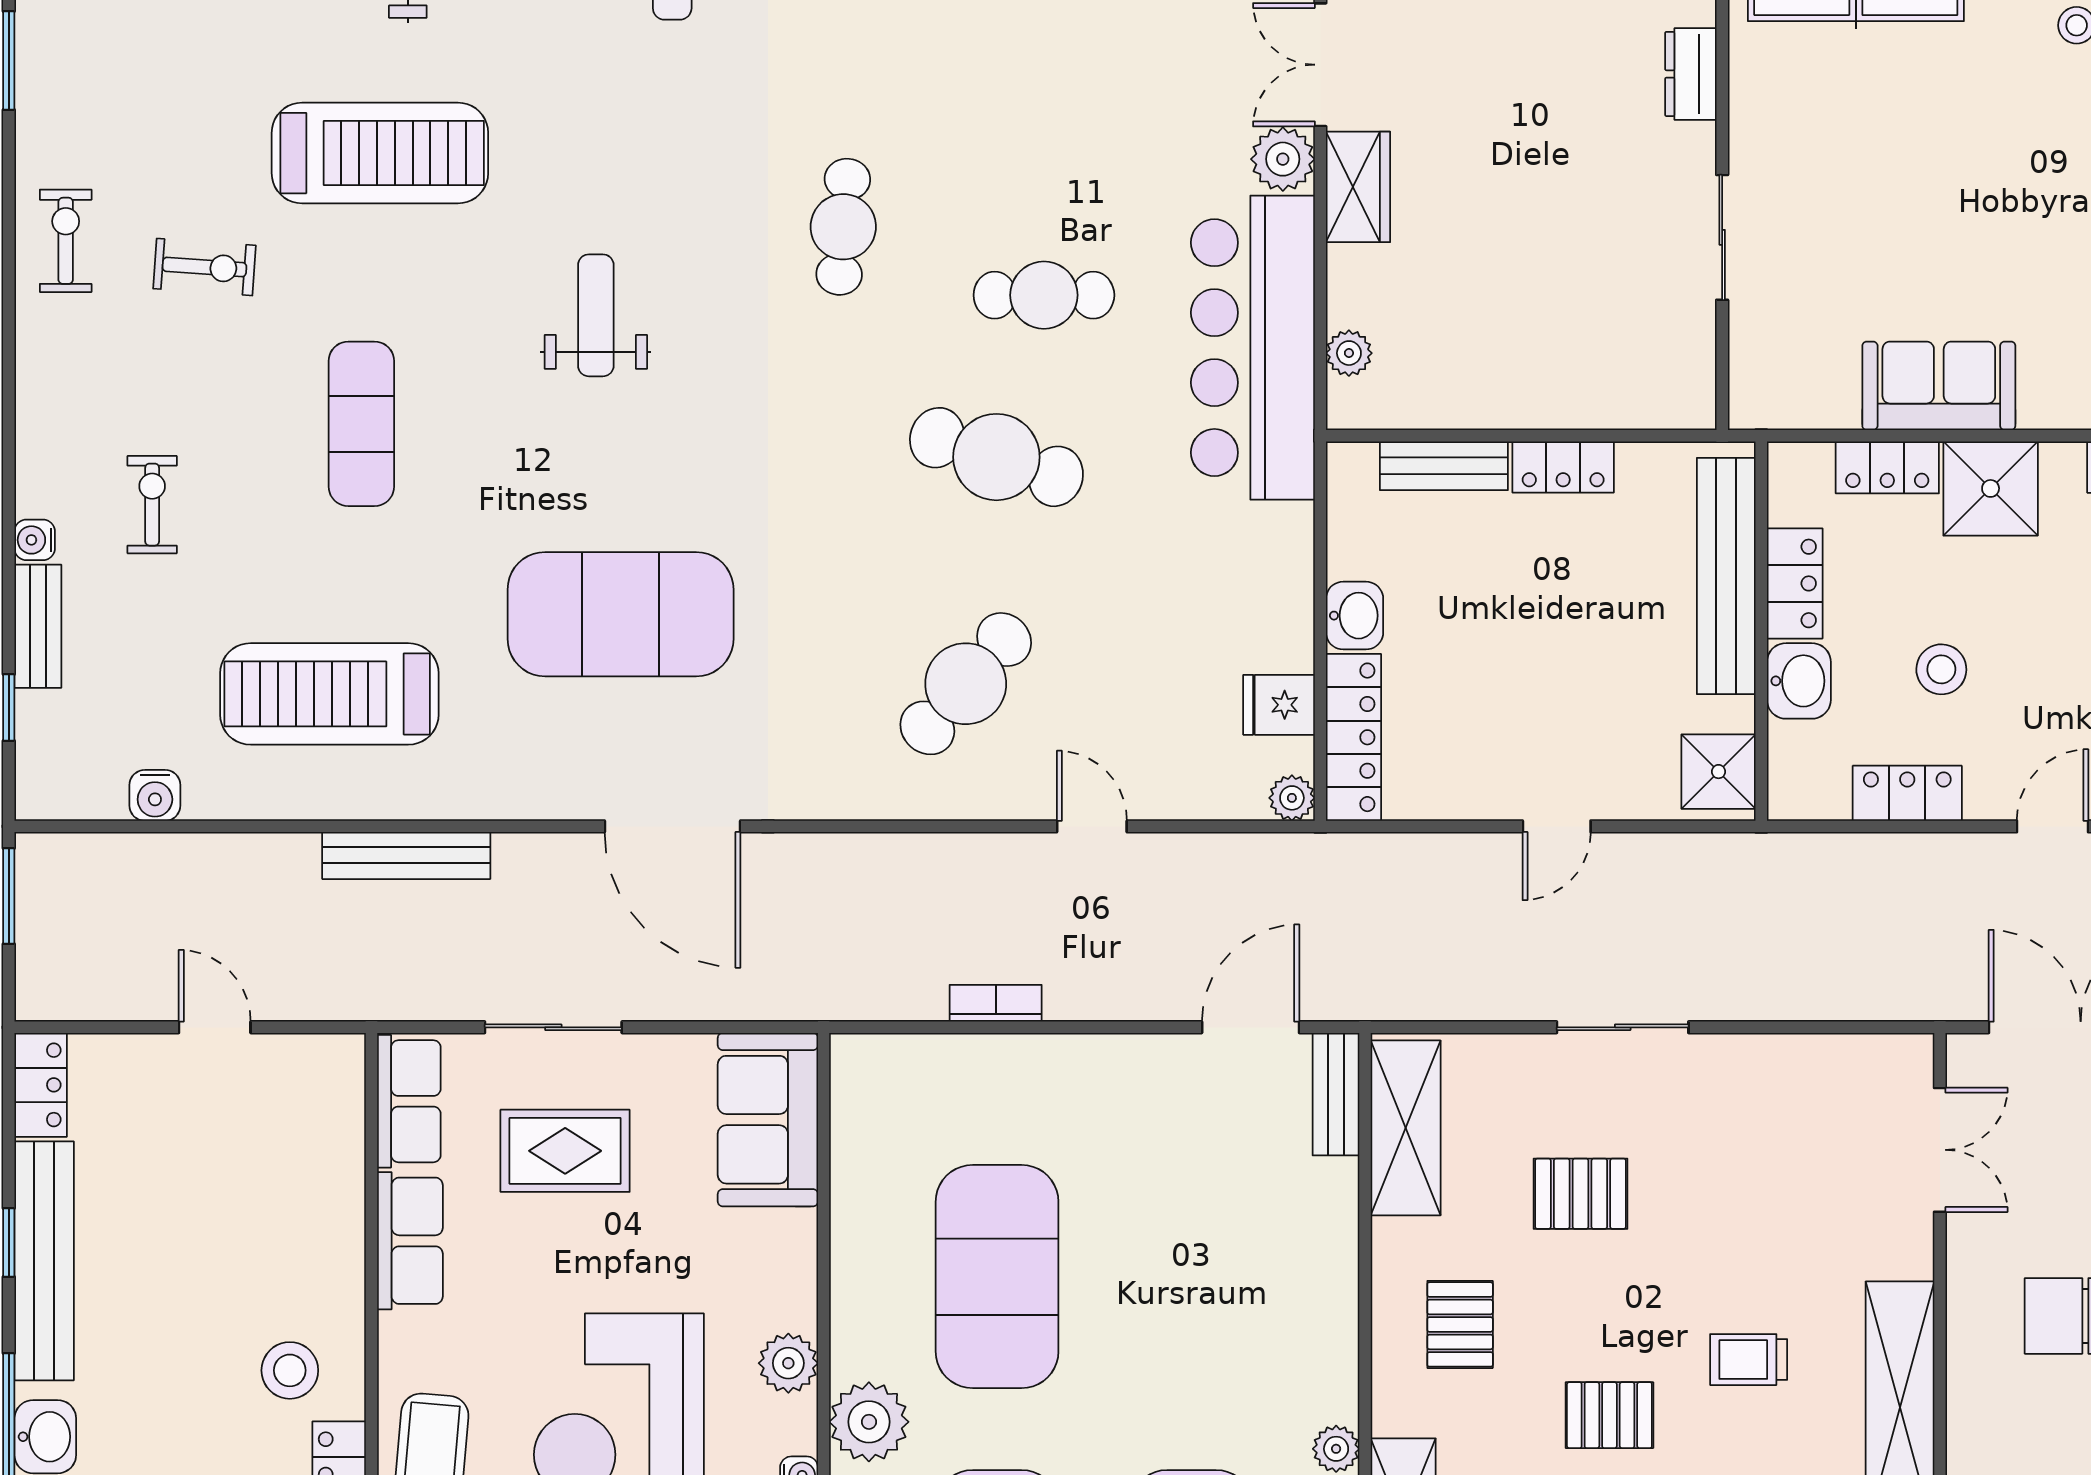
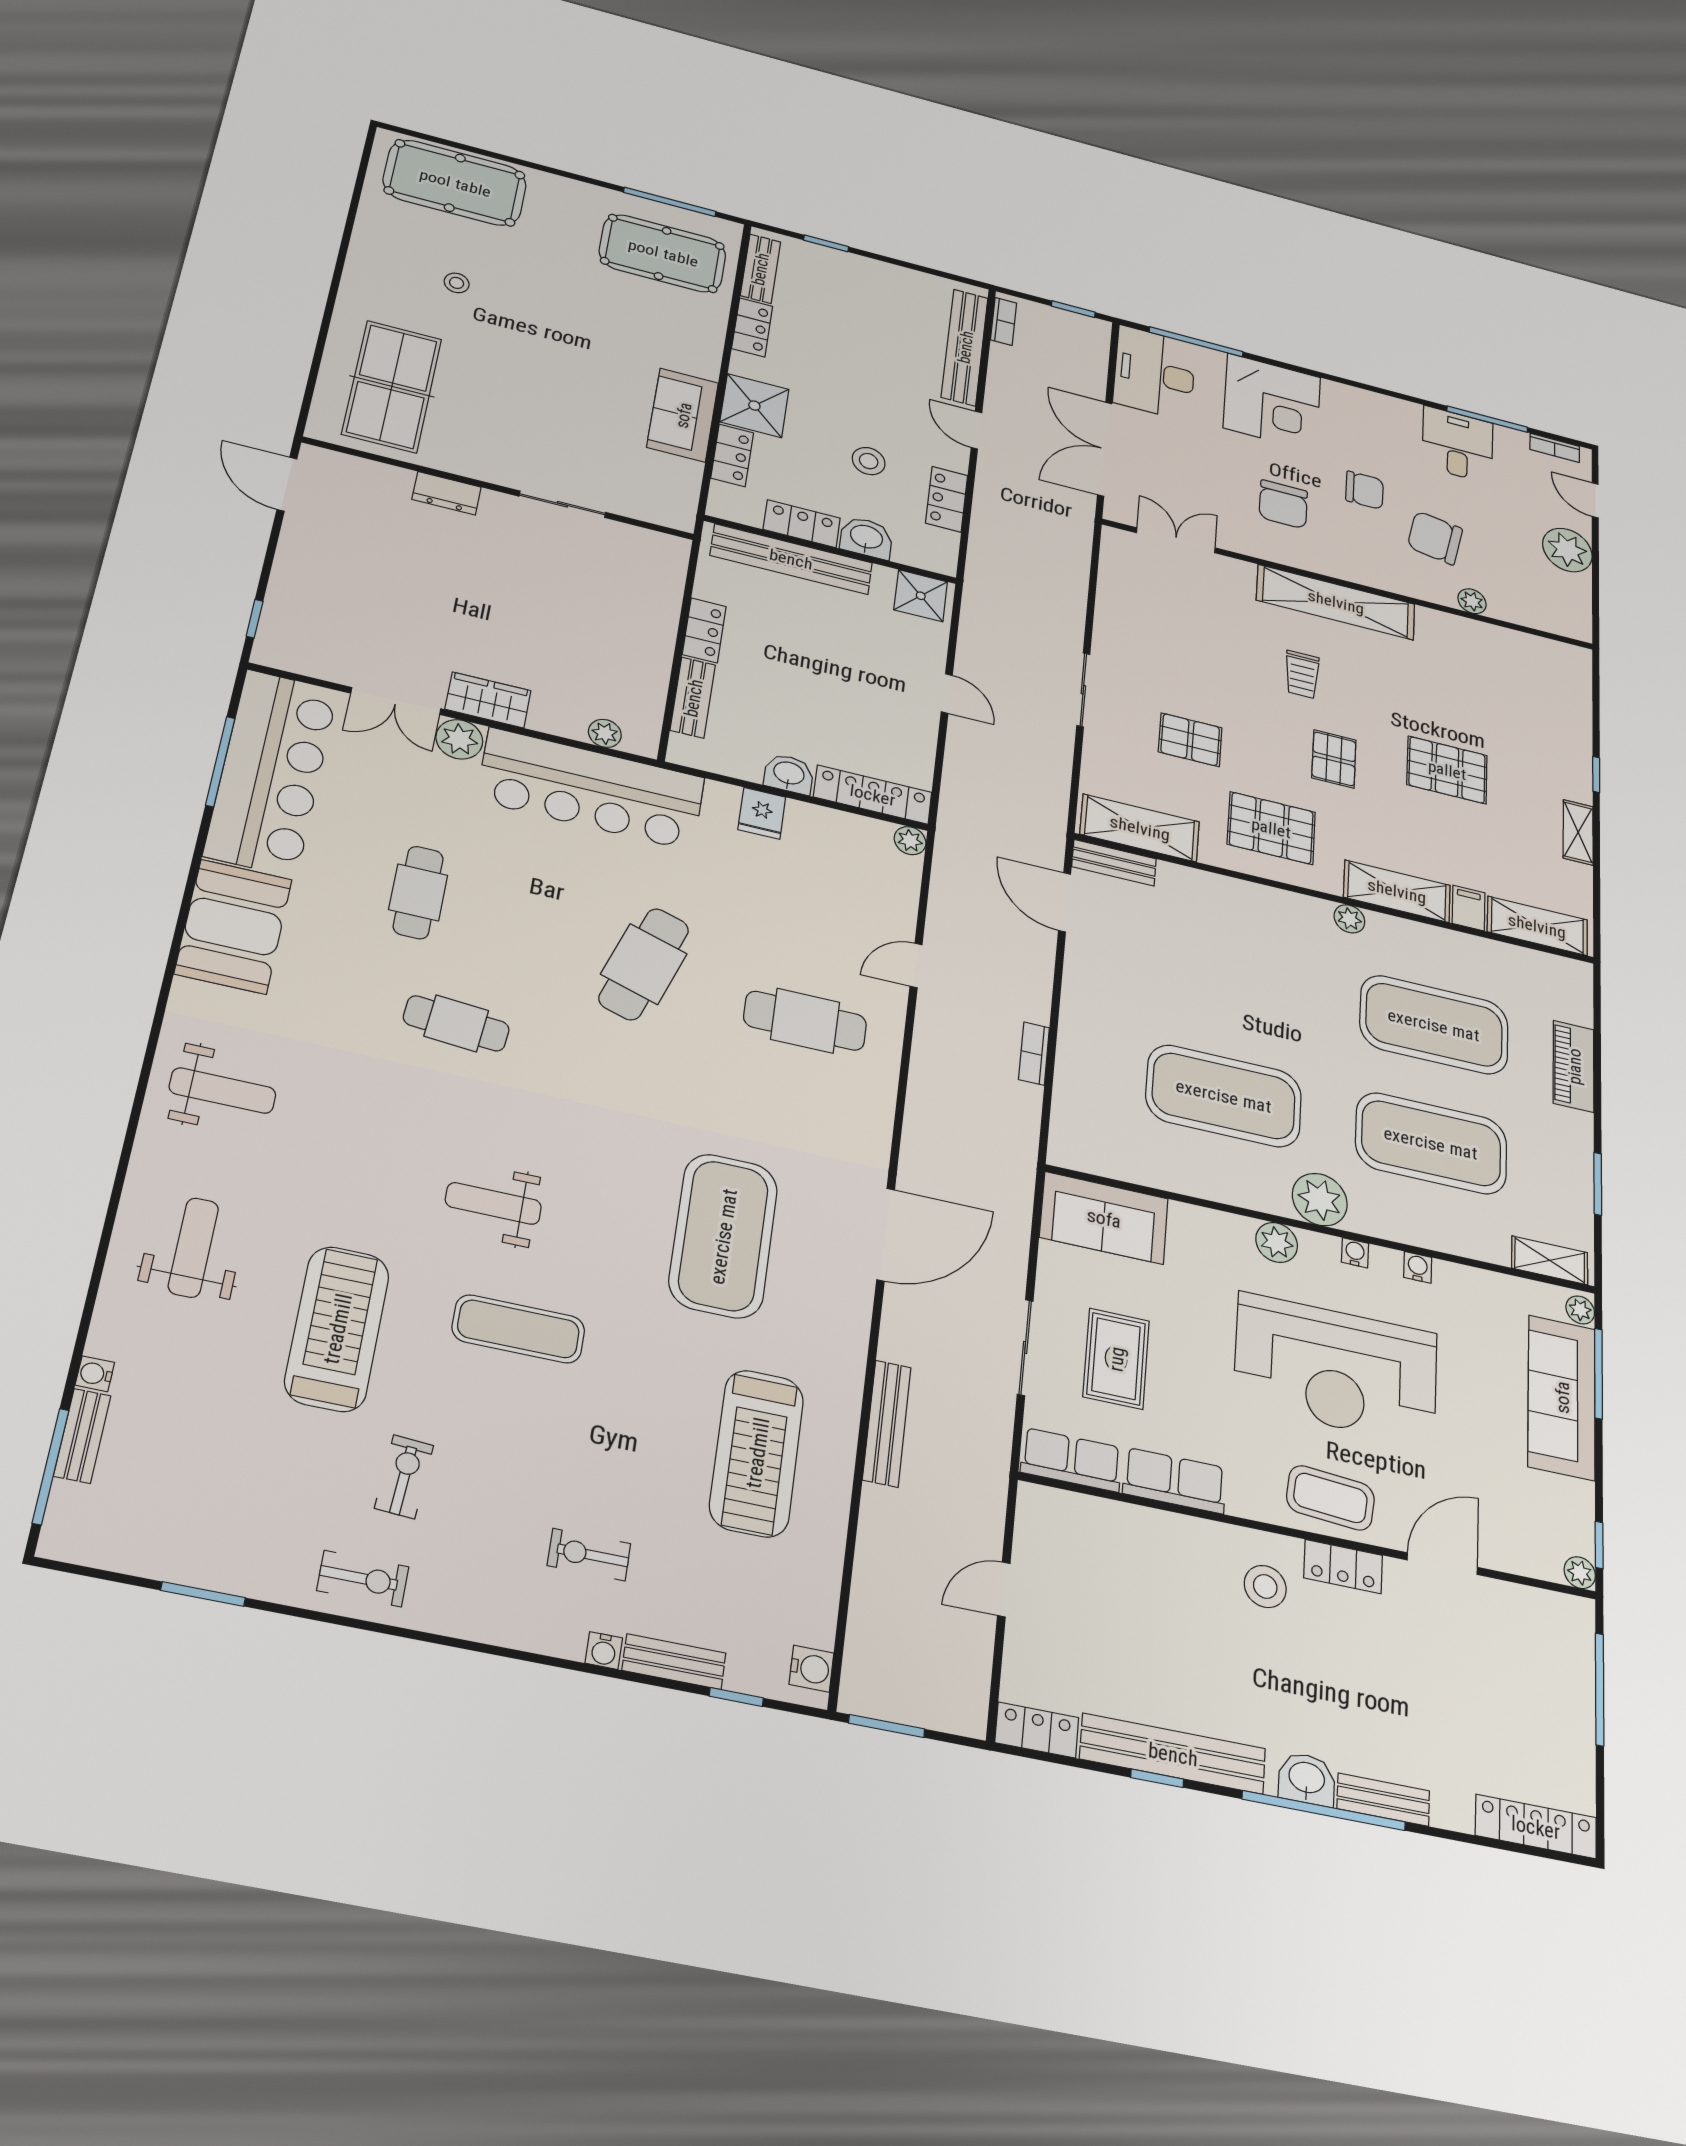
exercise bike: (66, 241) -> (363, 1579), turned 180
cafe table: (1044, 295) -> (418, 892), moved
exercise mat: (361, 424) -> (518, 1329), moved
cafe table: (966, 684) -> (805, 1021), turned -41
fridge: (1279, 705) -> (762, 813), moved
water cooler: (155, 795) -> (811, 1669), moved
pallet: (1581, 1194) -> (1190, 740), turned 90
pallet: (1460, 1324) -> (1271, 828), width x1.50, depth x1.42

